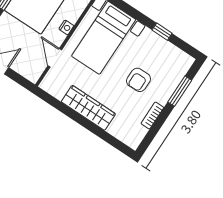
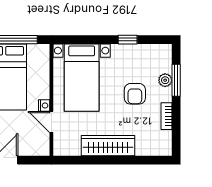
nightstand: (66, 27) -> (44, 105), moved
plant: (171, 85) -> (165, 80), added

